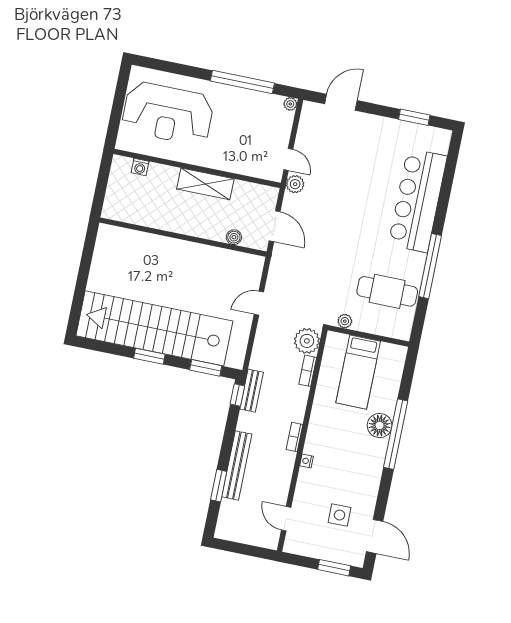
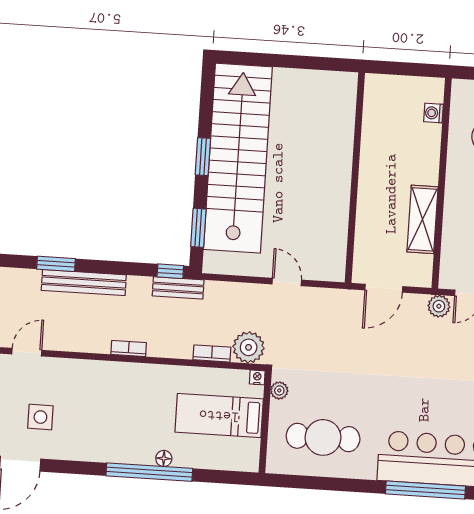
shelving: (205, 184) -> (422, 219), moved
boiler: (234, 237) -> (363, 240), removed
window: (430, 266) -> (425, 490), moved
cafe table: (387, 291) -> (323, 437), turned 90
floor lamp: (380, 425) -> (164, 458), width x0.53, depth x0.53
nightstand: (306, 461) -> (257, 377), moved

